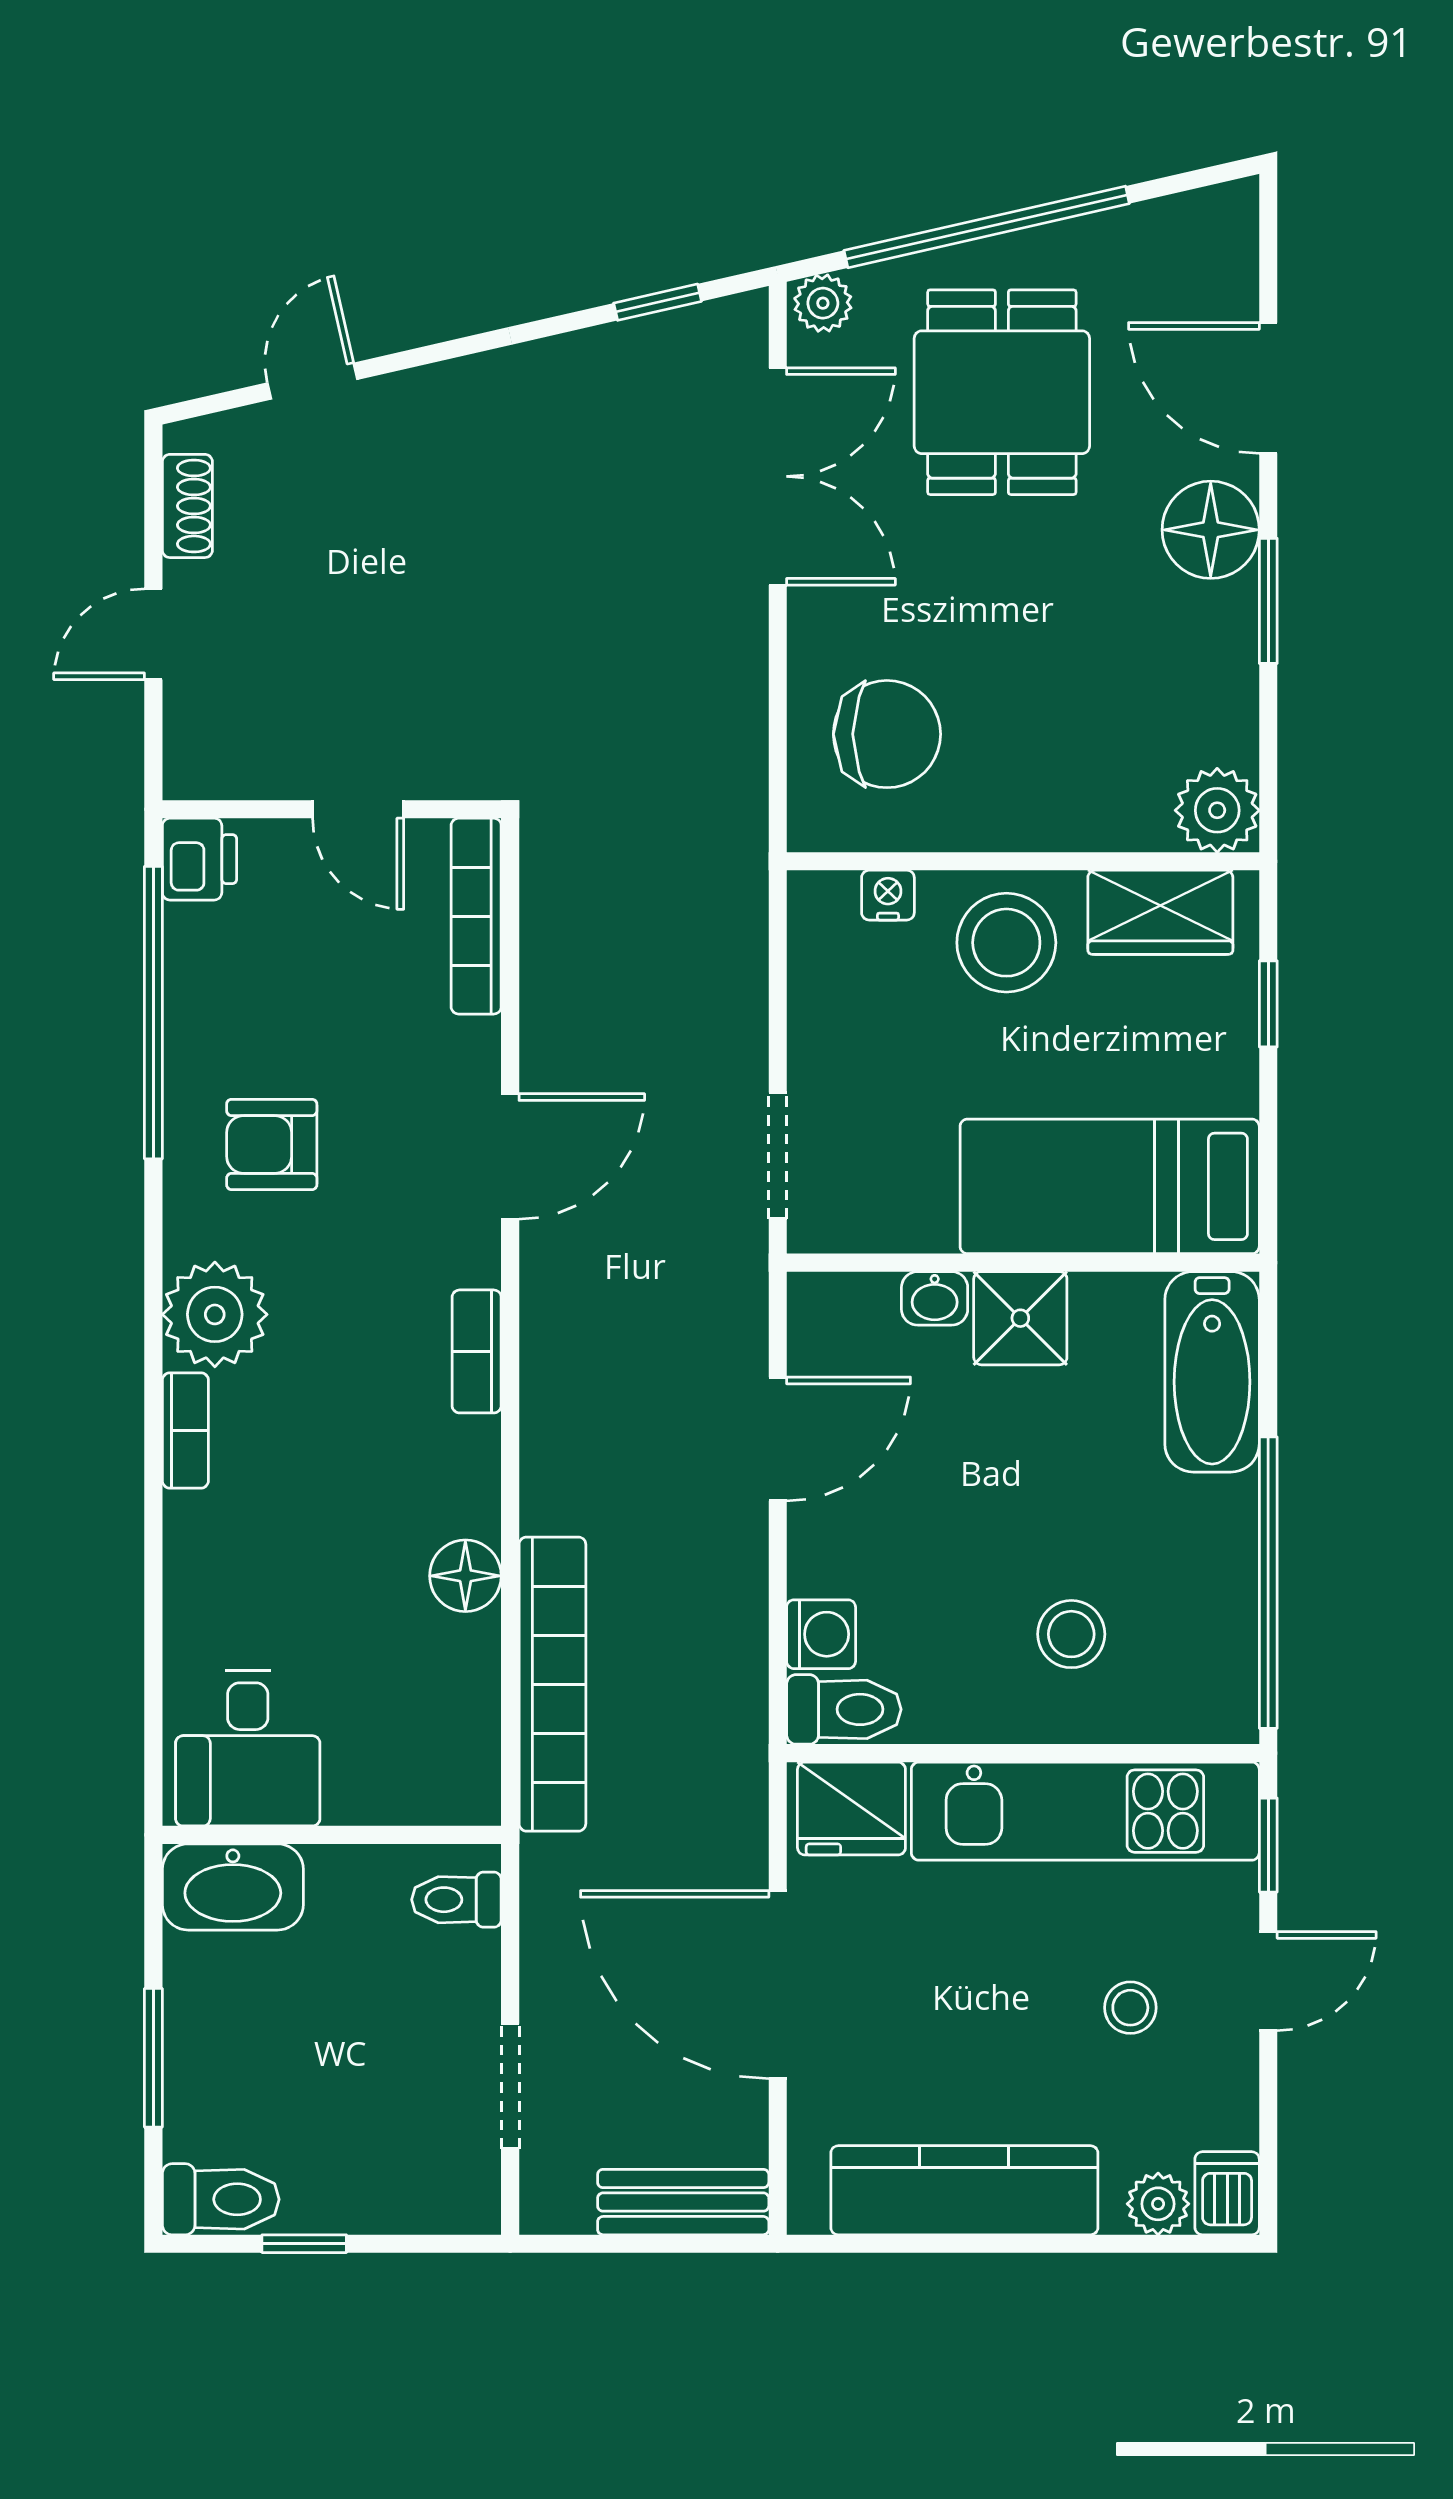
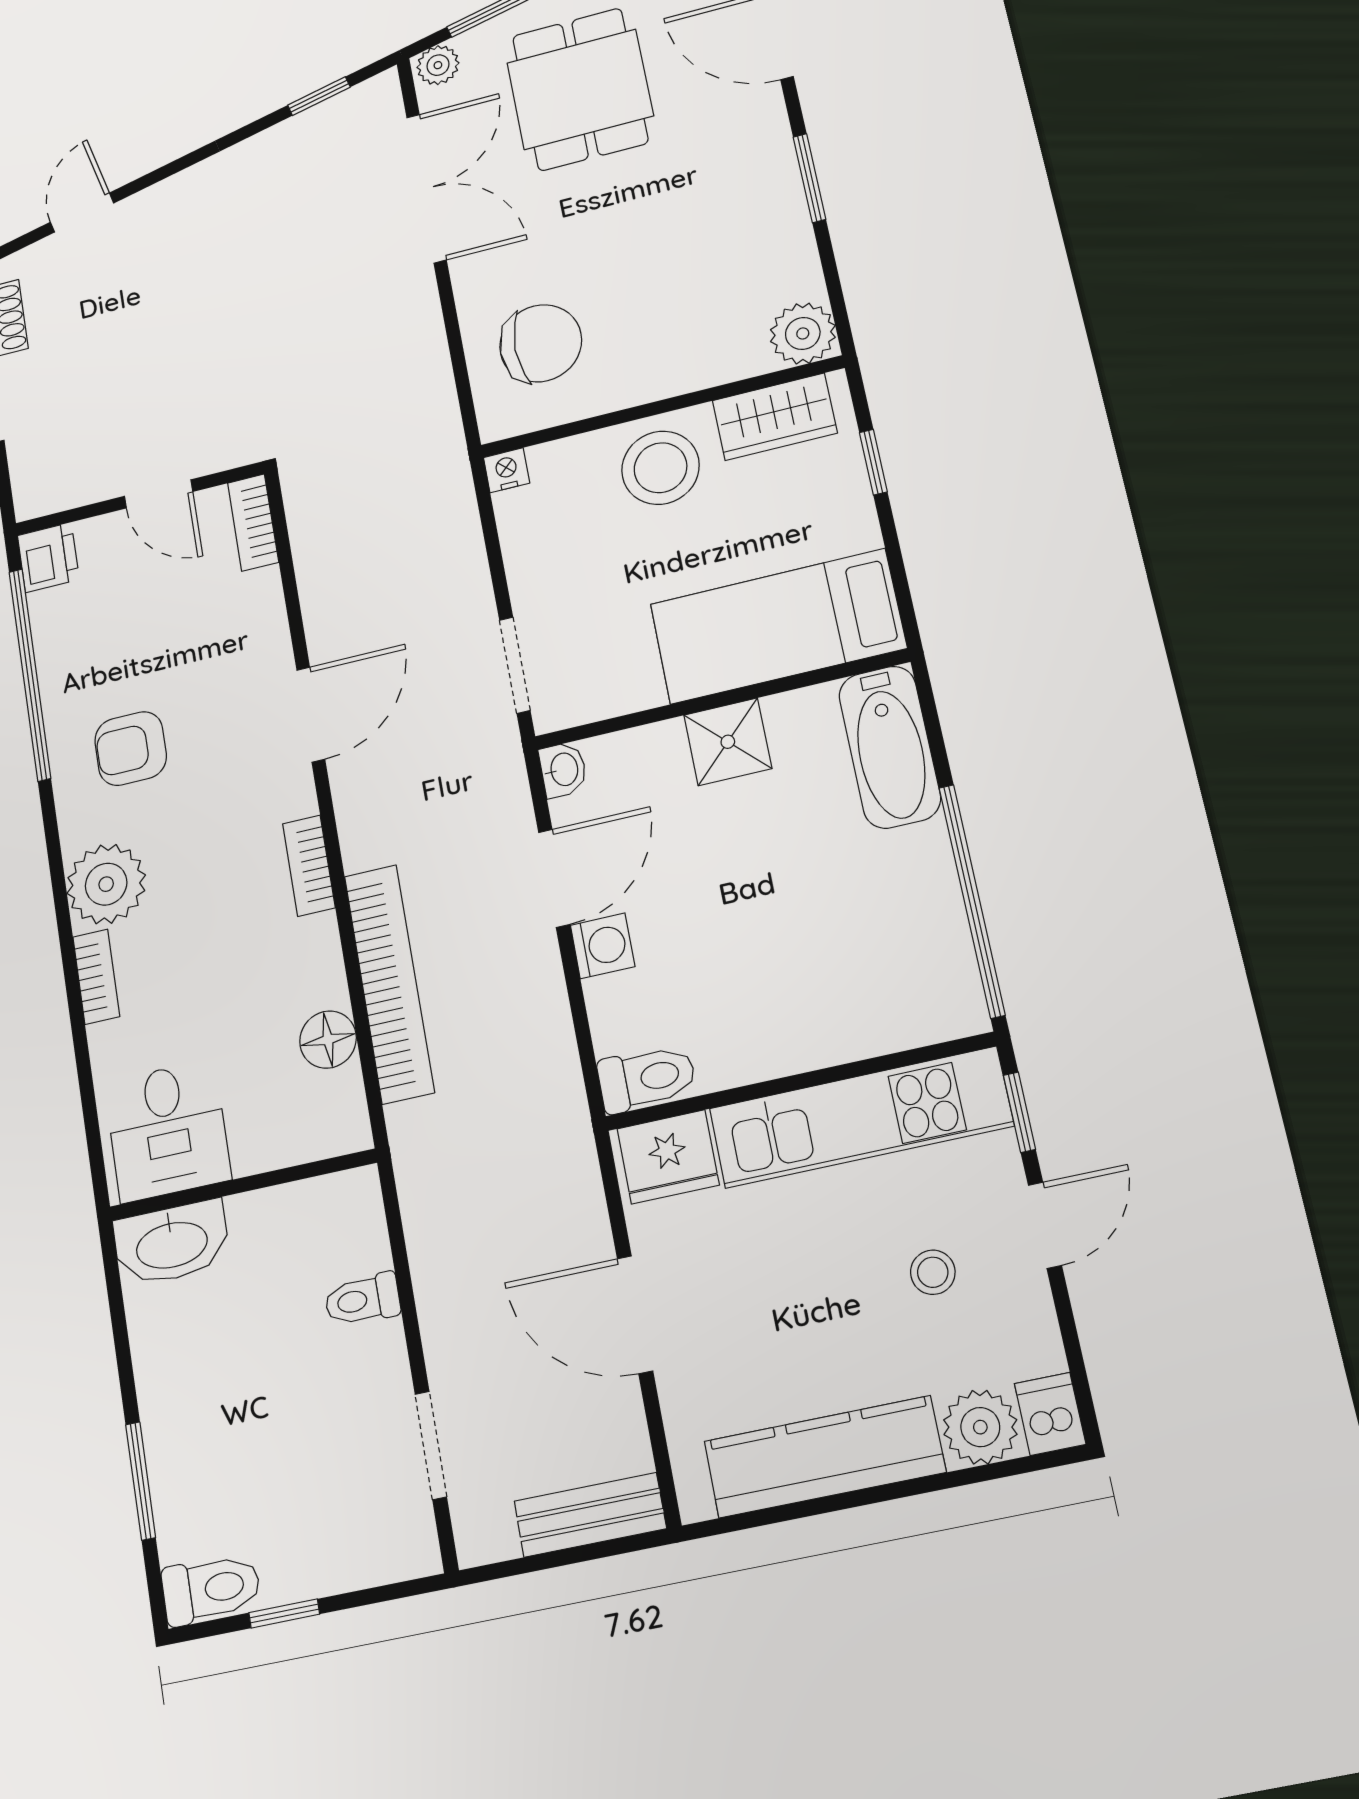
floor lamp: (1211, 530) -> (755, 141), removed
nightstand: (888, 895) -> (507, 470), moved
bookcase: (476, 916) -> (253, 522), width x0.64
washbasin: (935, 1298) -> (563, 770), moved, turned -90
washing machine: (821, 1634) -> (603, 946), moved
stool: (1071, 1634) -> (819, 977), removed
bookcase: (552, 1684) -> (389, 984), moved
desk: (248, 1748) -> (167, 1131), moved
wall: (332, 1835) -> (243, 1185), moved
washbasin: (233, 1887) -> (172, 1243), moved
door: (778, 1985) -> (635, 1315), width x0.73
plant: (1158, 2204) -> (980, 1427), width x1.38, depth x1.38

